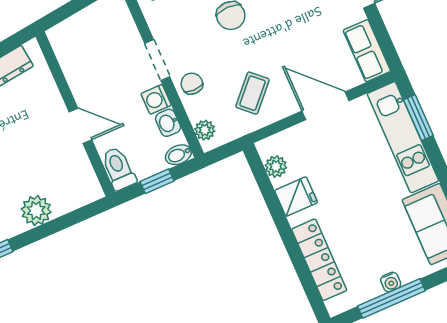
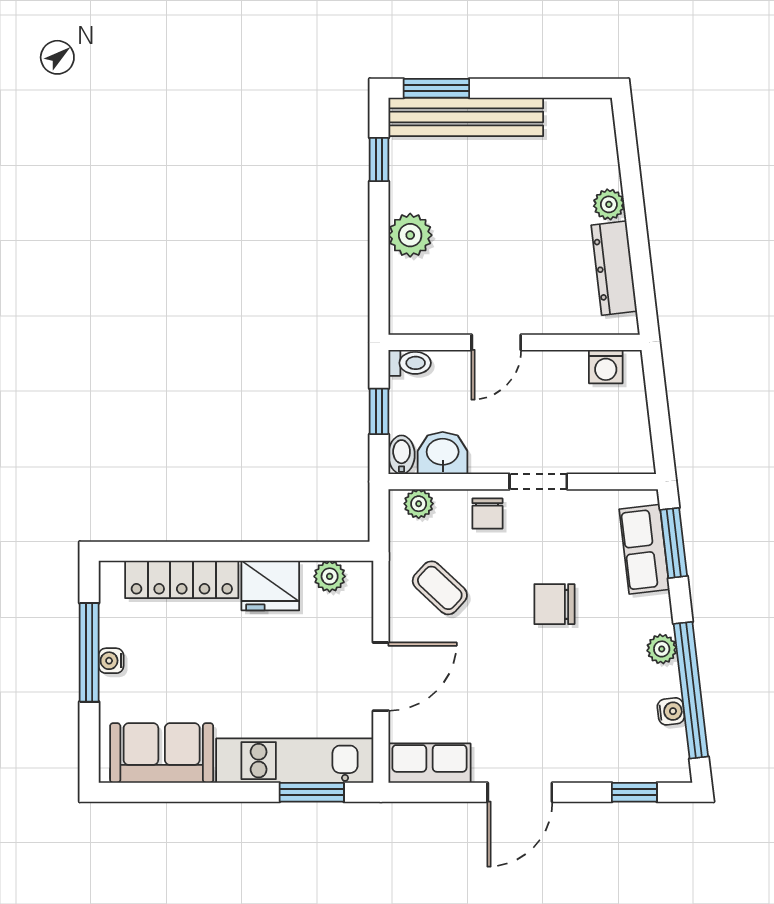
chair: (192, 84) -> (487, 514), turned 90
washing machine: (156, 99) -> (606, 367), moved, turned 180
washbasin: (168, 123) -> (443, 453), width x1.38, depth x1.45
toilet: (118, 169) -> (410, 363), width x0.73, depth x0.72
fridge: (296, 197) -> (270, 586), width x1.38

